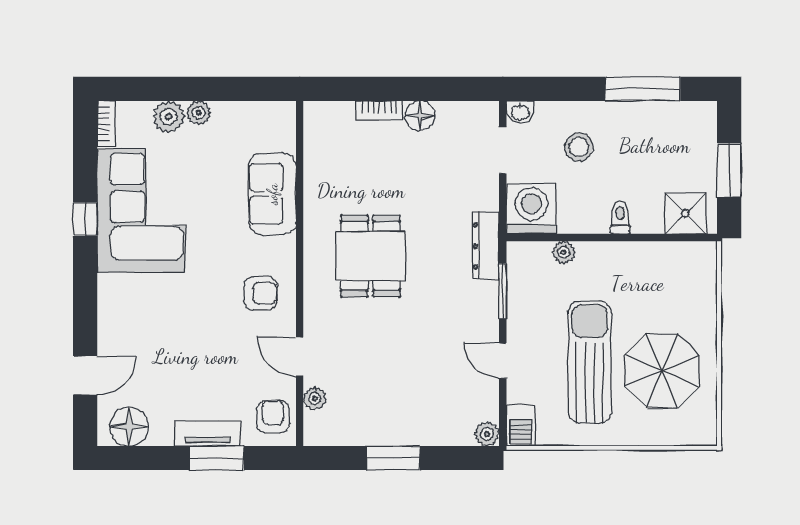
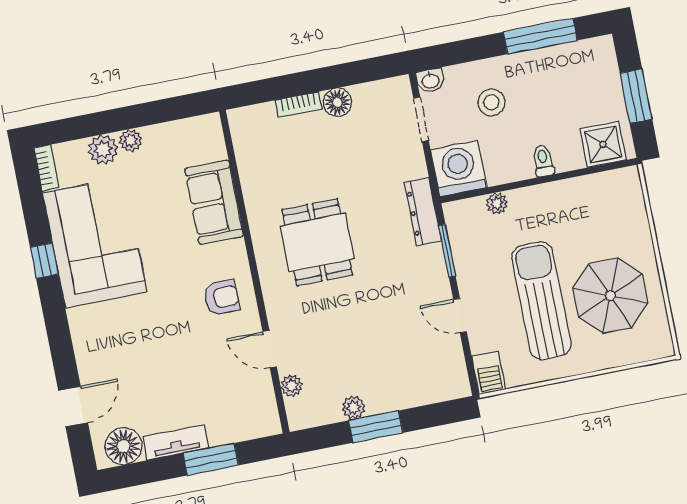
armchair: (273, 417) -> (256, 410), removed
tv unit: (208, 434) -> (176, 442), moved
plant: (487, 434) -> (354, 408), moved

